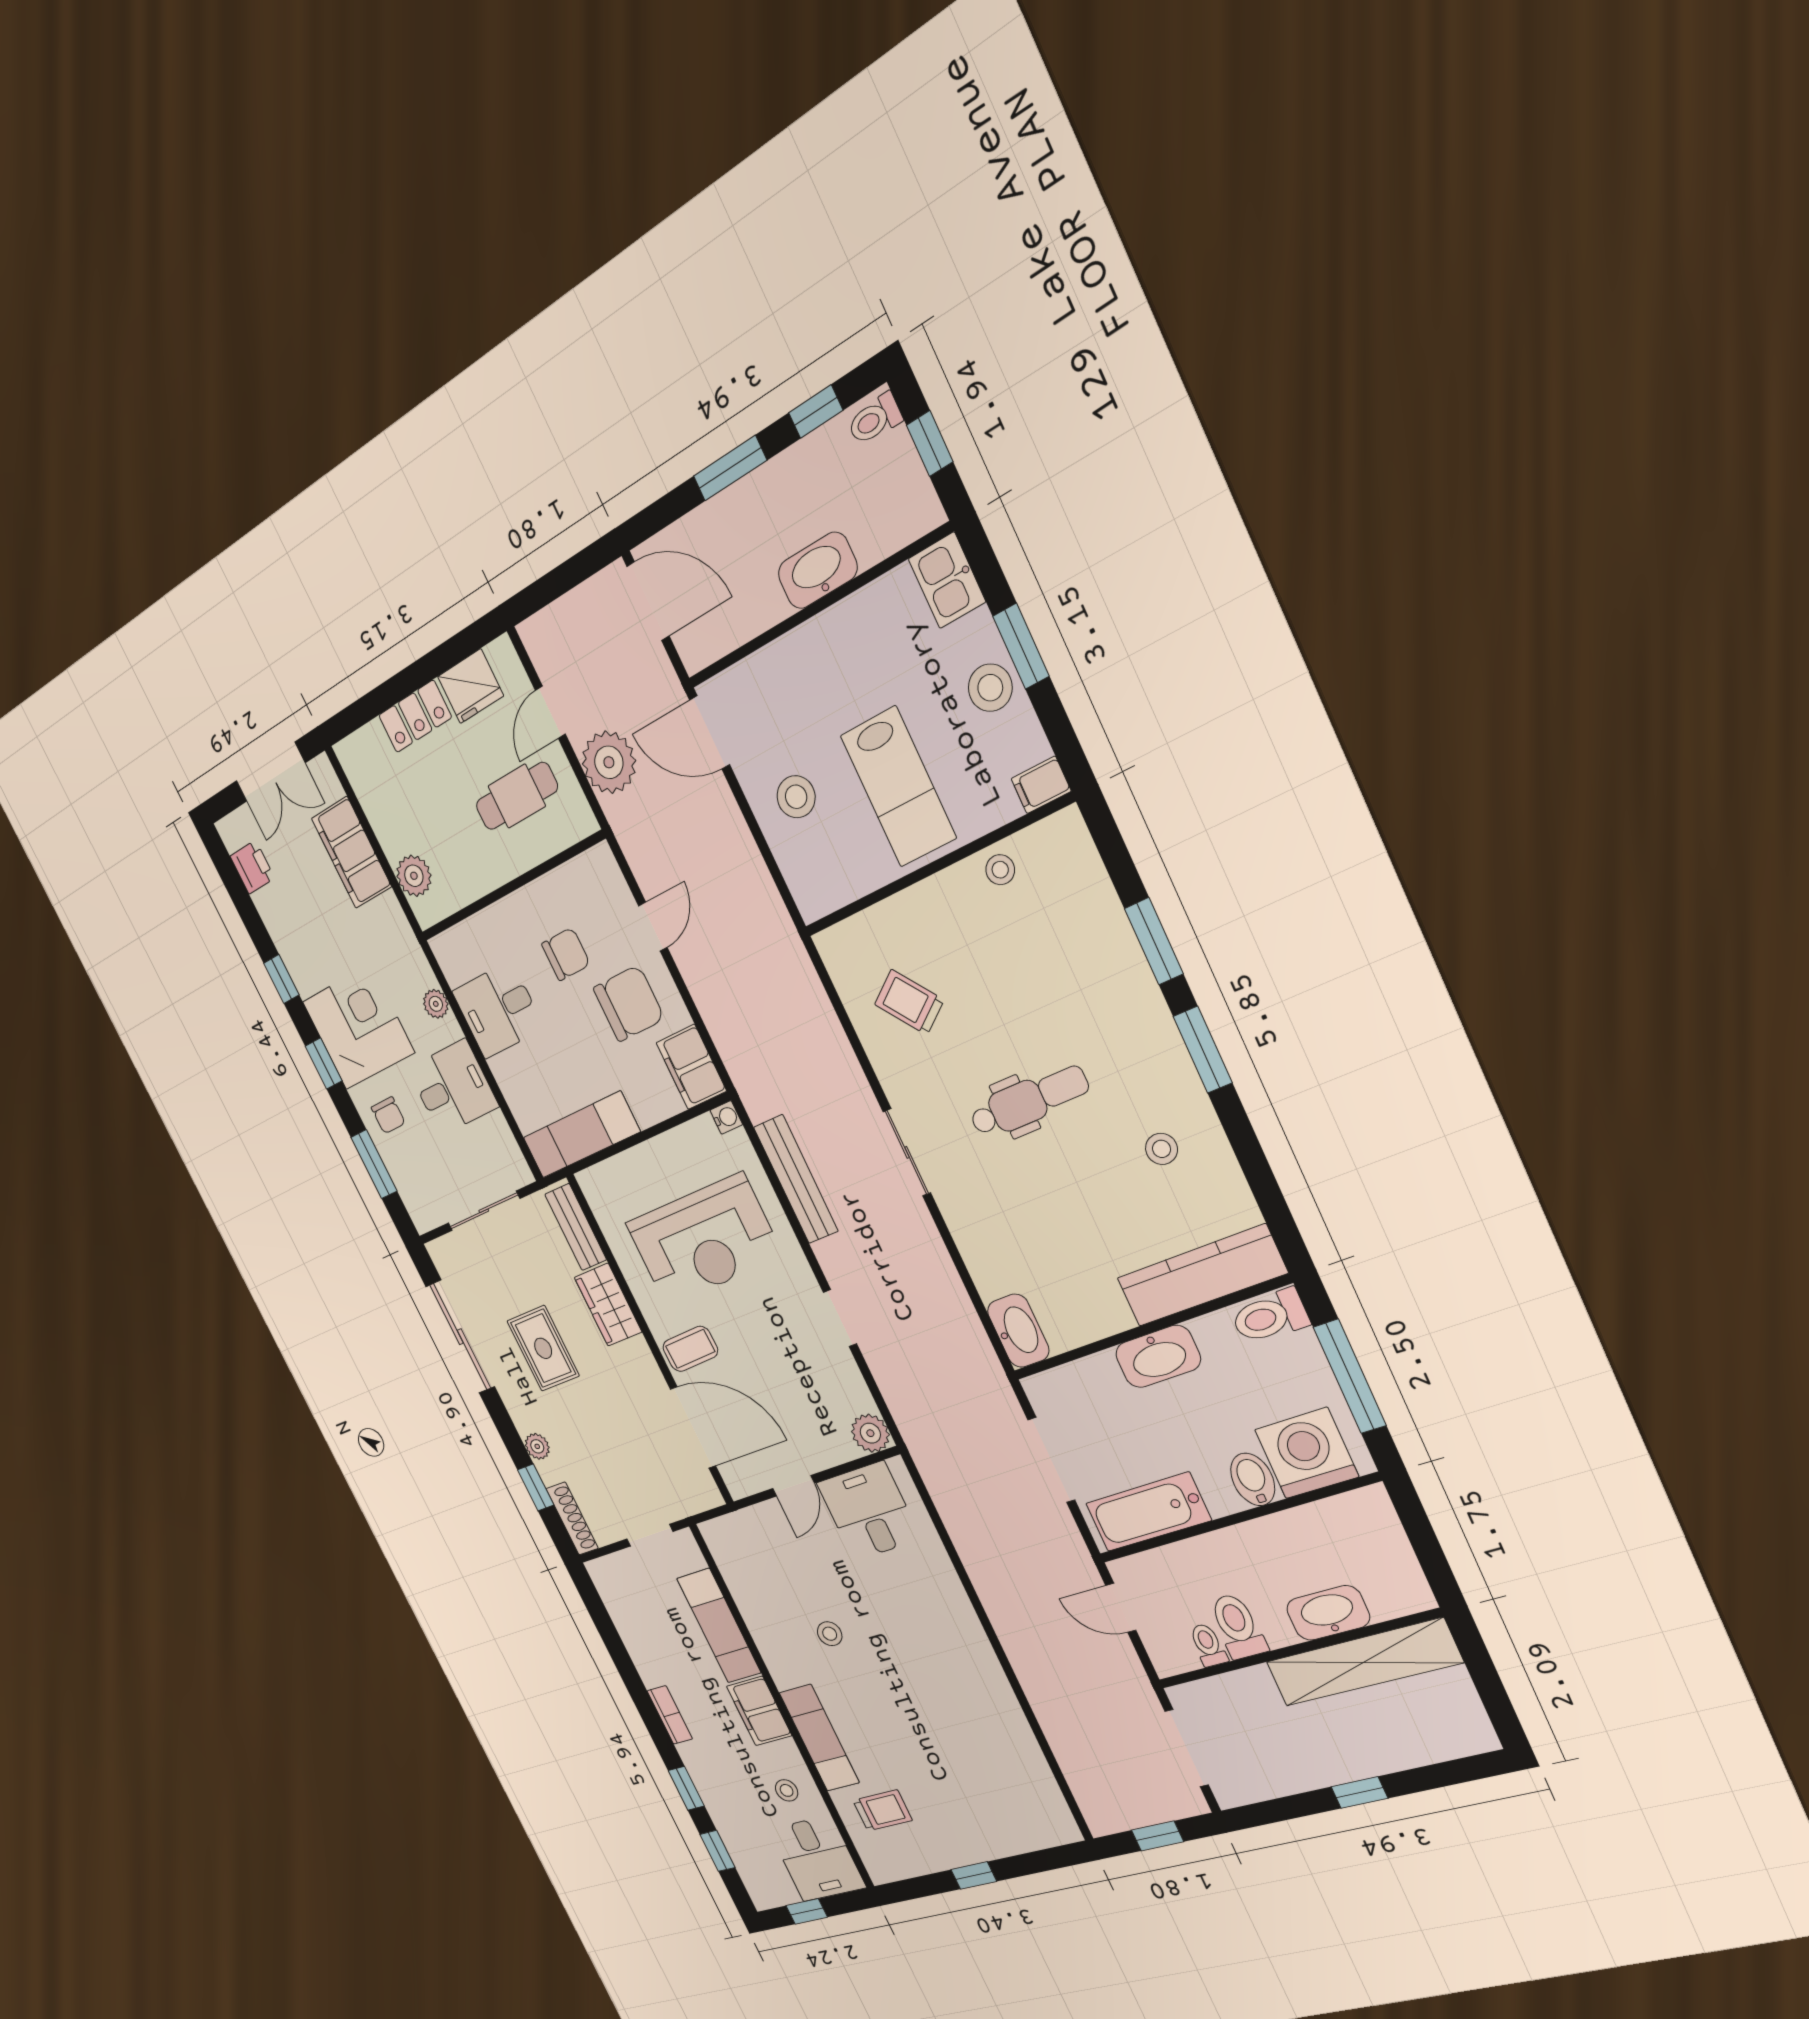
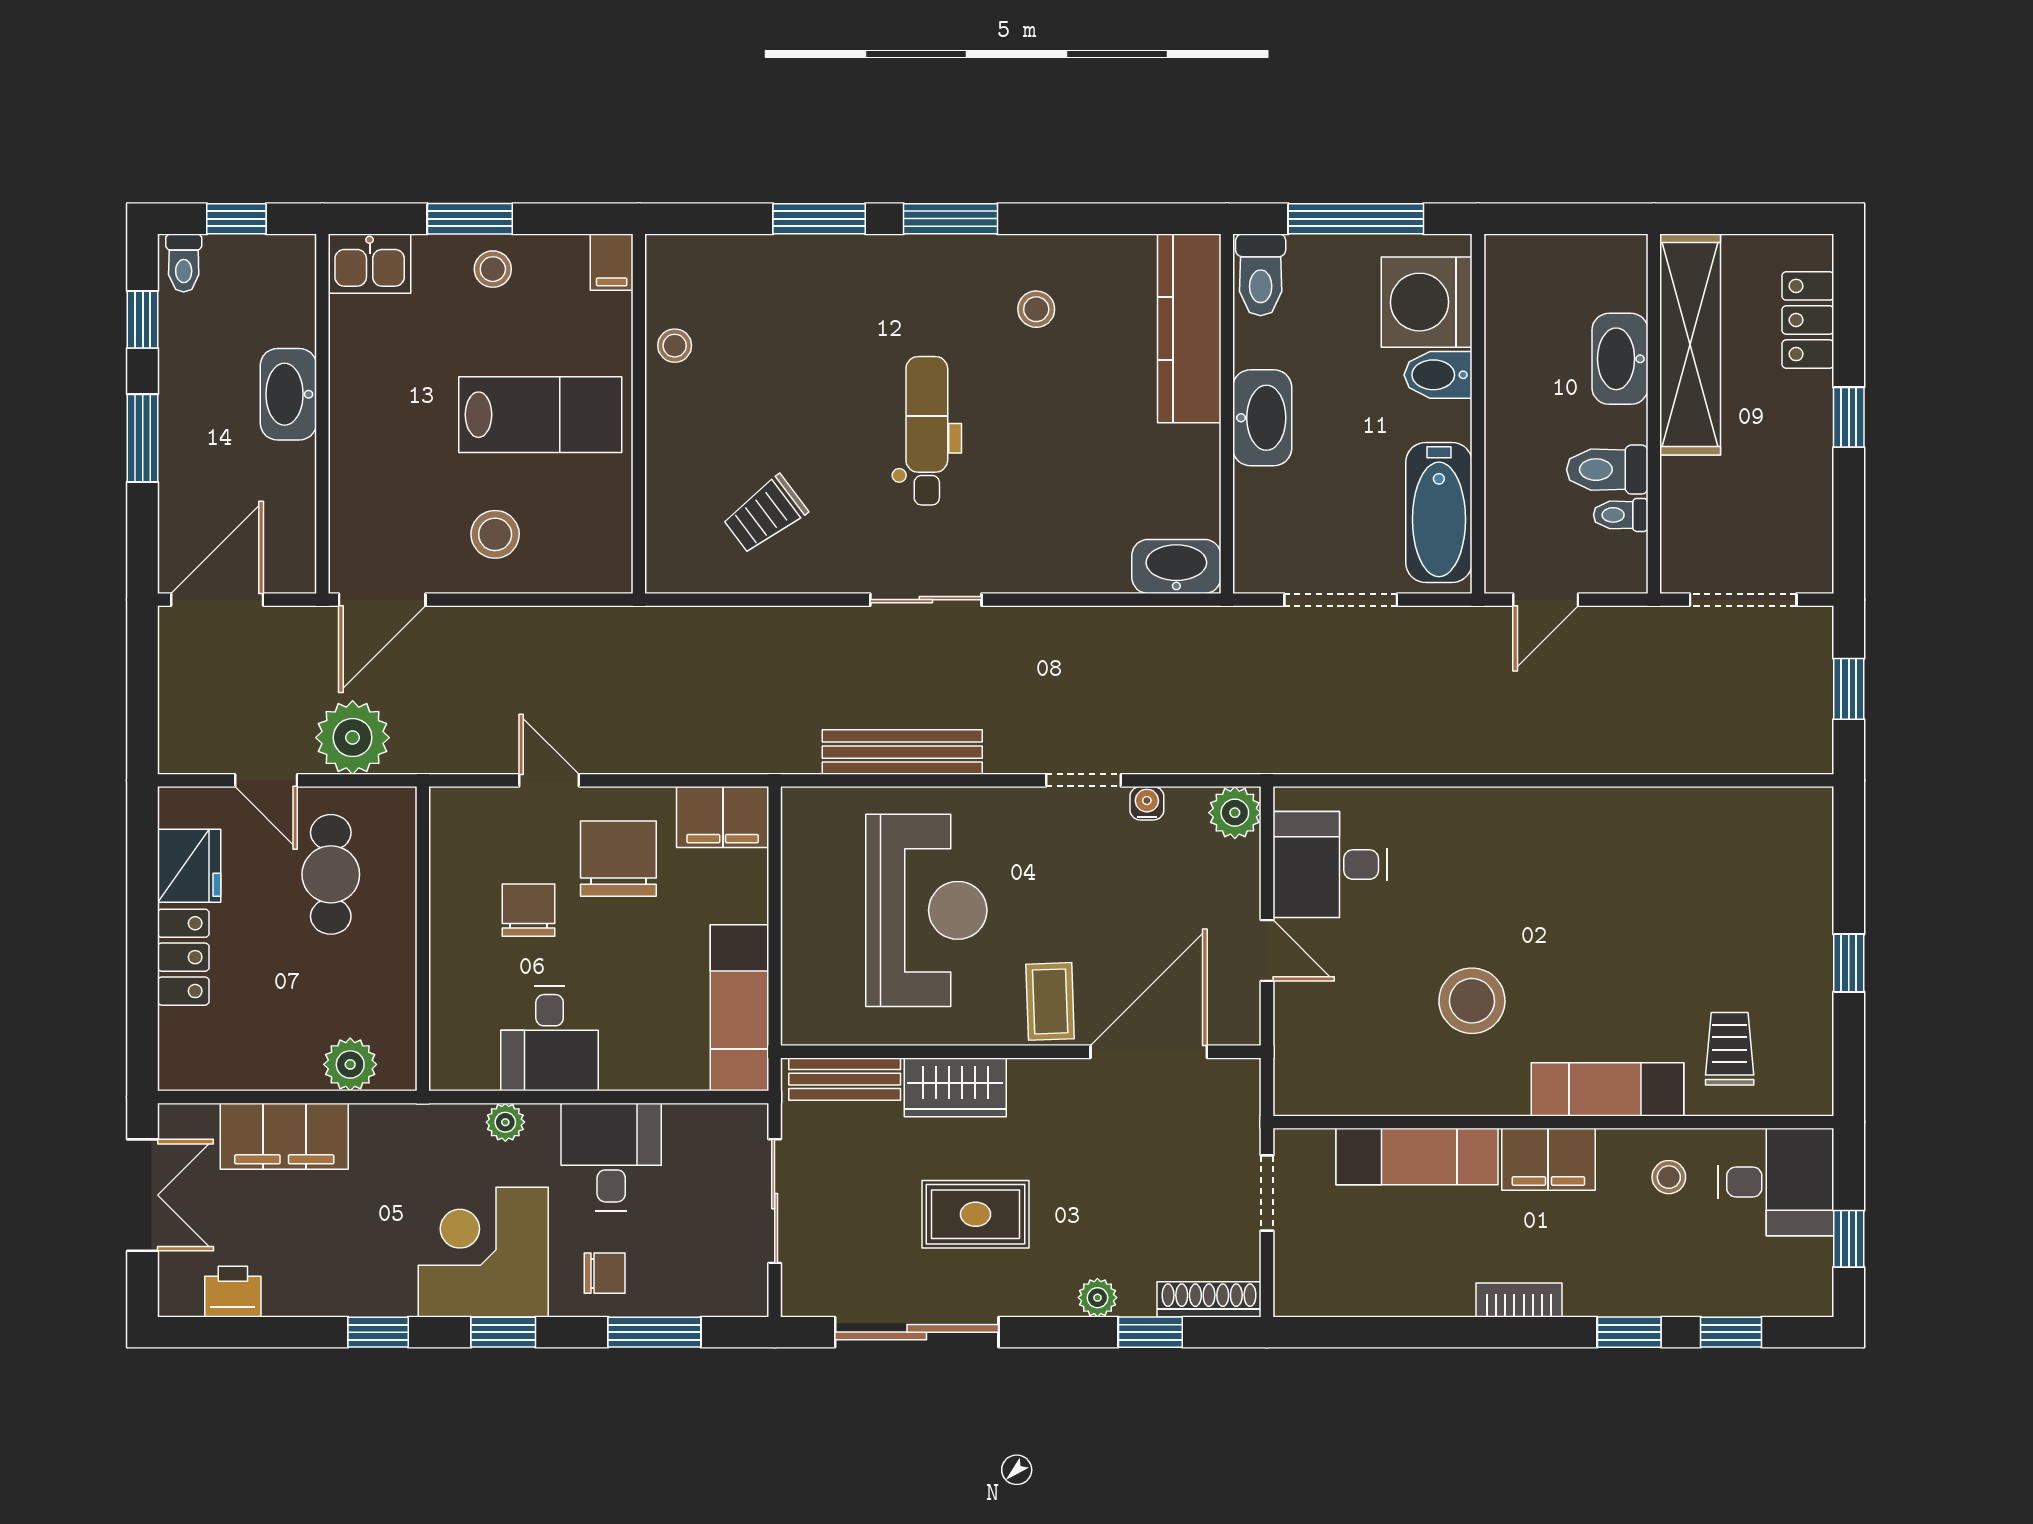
stool: (990, 688) -> (493, 269), width x0.73, depth x0.73
water cooler: (726, 1117) -> (1147, 803), moved
stool: (830, 1634) -> (1472, 1001), width x1.89, depth x1.89
locker: (1423, 1745) -> (1808, 320), added

